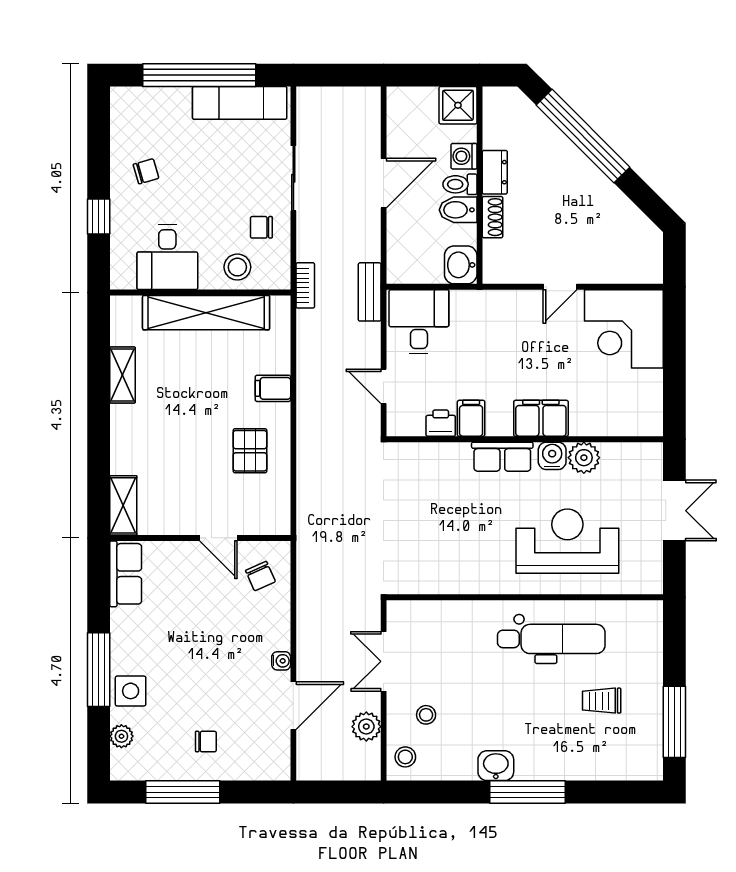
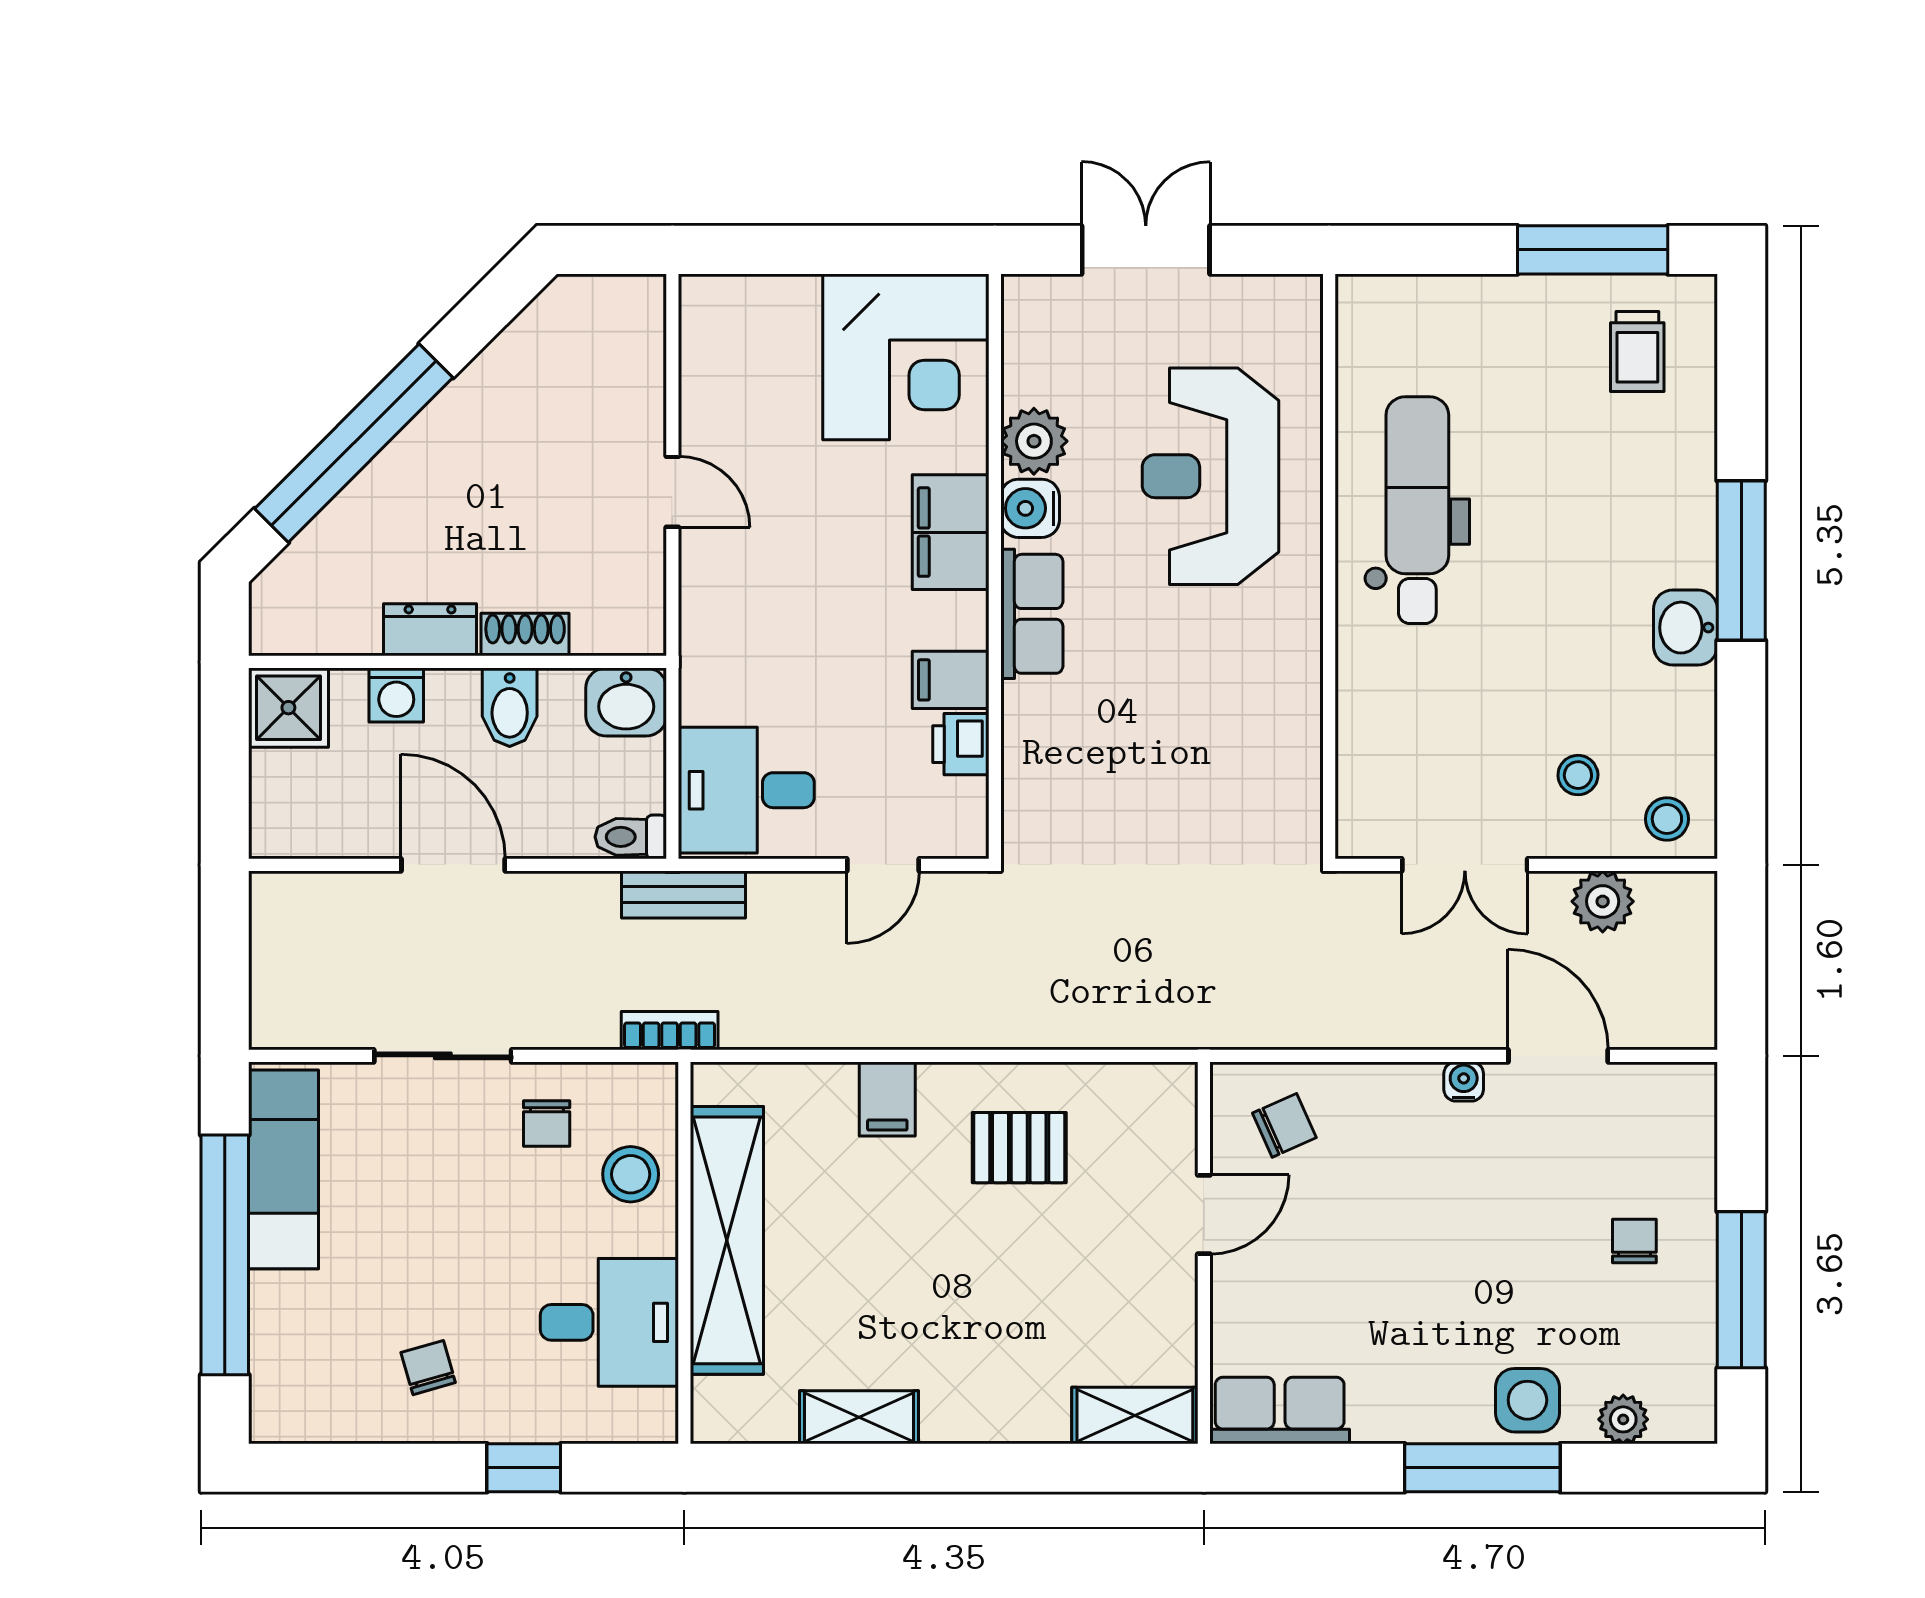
toilet: (460, 184) -> (631, 837), moved, turned 90
corner desk: (624, 329) -> (906, 357), moved
trolley: (602, 701) -> (1637, 352), moved

